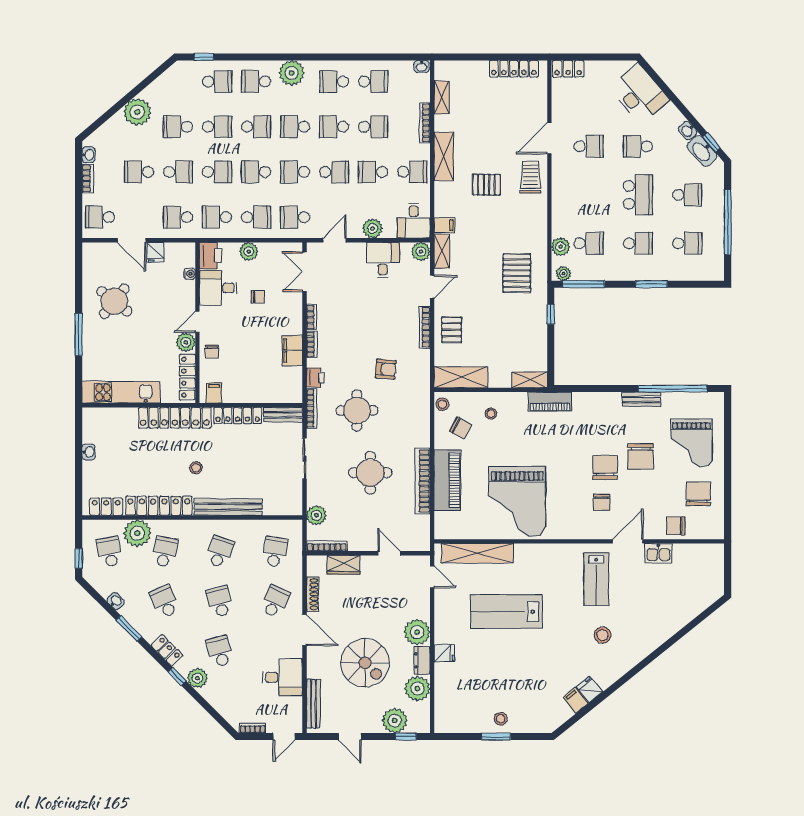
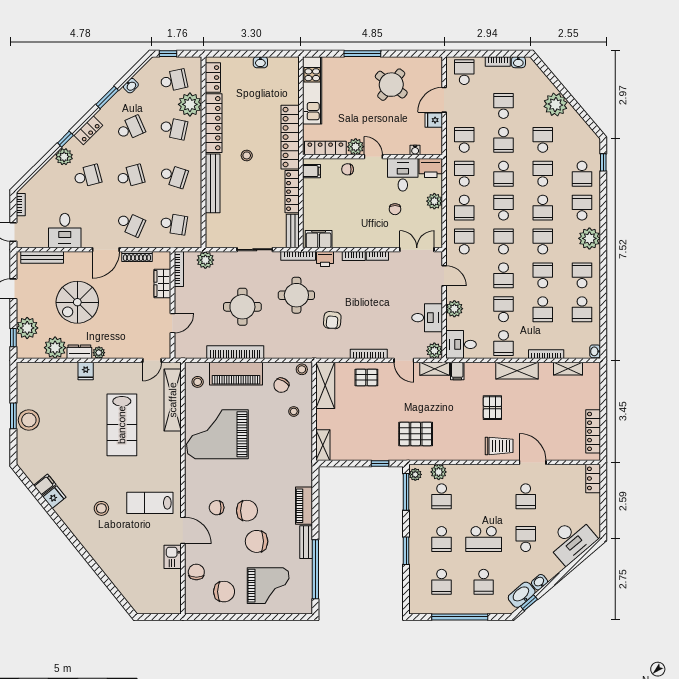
school desk: (217, 127) -> (543, 174), turned 180
filing cabinet: (292, 351) -> (319, 239), moved
piano: (550, 402) -> (304, 506), moved
grand piano: (692, 443) -> (268, 586), turned 180
stool: (457, 524) -> (198, 382), added
lab bench: (506, 612) -> (122, 425), turned 180
plant: (417, 632) -> (99, 353), width x0.53, depth x0.53
stool: (501, 719) -> (29, 420), width x1.89, depth x1.89

